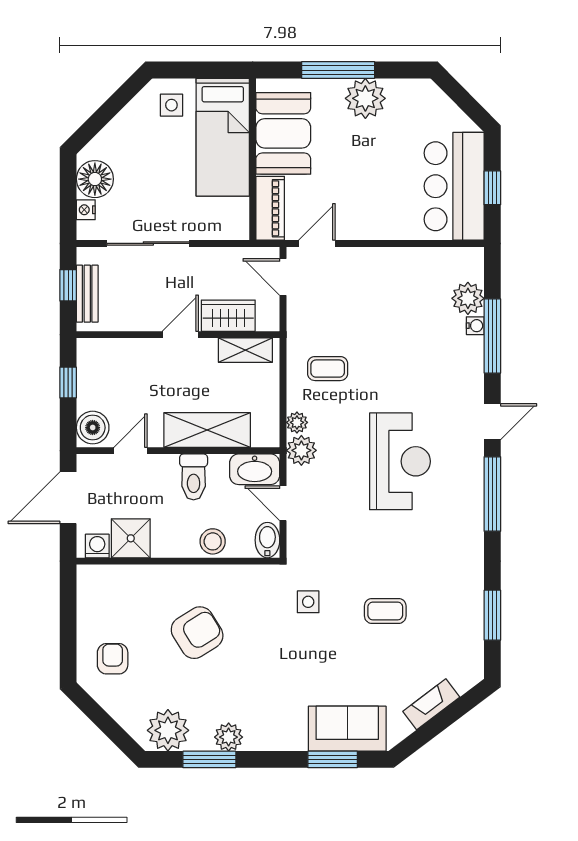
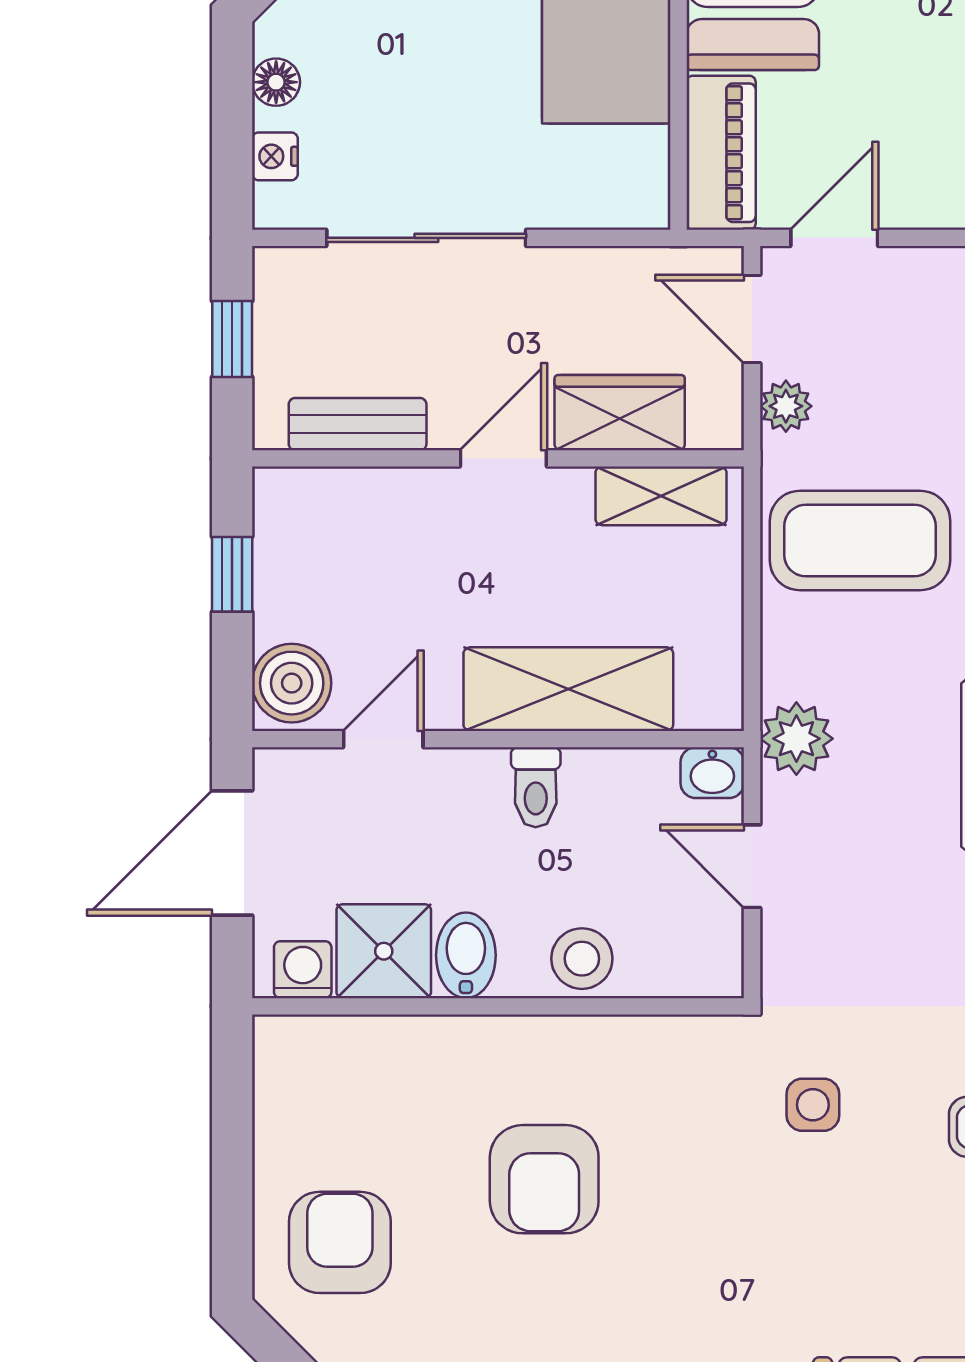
floor lamp: (95, 179) -> (276, 82), width x0.53, depth x0.53
bench: (87, 294) -> (358, 424), moved, turned 90
coffee table: (328, 369) -> (860, 541), width x1.86, depth x1.72
plant: (297, 422) -> (786, 406), moved
washbasin: (255, 469) -> (712, 773), width x0.52, depth x0.69
toilet: (194, 477) -> (536, 787), width x0.73, depth x0.72
bidet: (267, 540) -> (466, 955), moved
armchair: (197, 633) -> (544, 1179), turned 122
armchair: (113, 659) -> (340, 1242), width x1.38, depth x1.38

